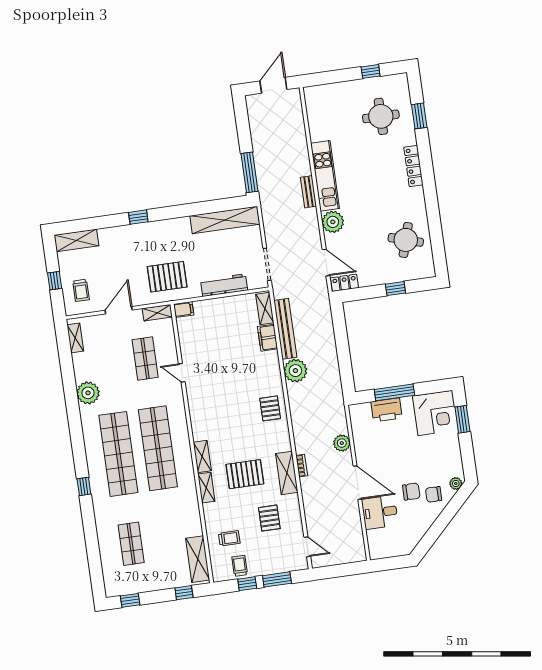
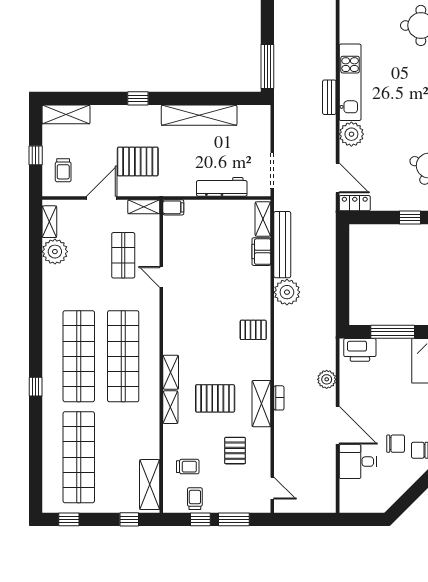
shelving: (225, 220) -> (199, 115), moved
pallet: (167, 277) -> (138, 161), moved
plant: (88, 393) -> (55, 252), moved
pallet: (270, 408) -> (253, 330), turned 90
printer: (387, 410) -> (360, 350), moved
shop shelf: (131, 544) -> (79, 457), width x2.00, depth x1.36

